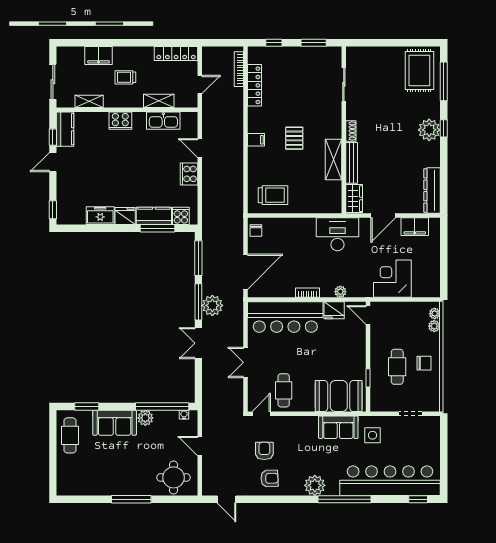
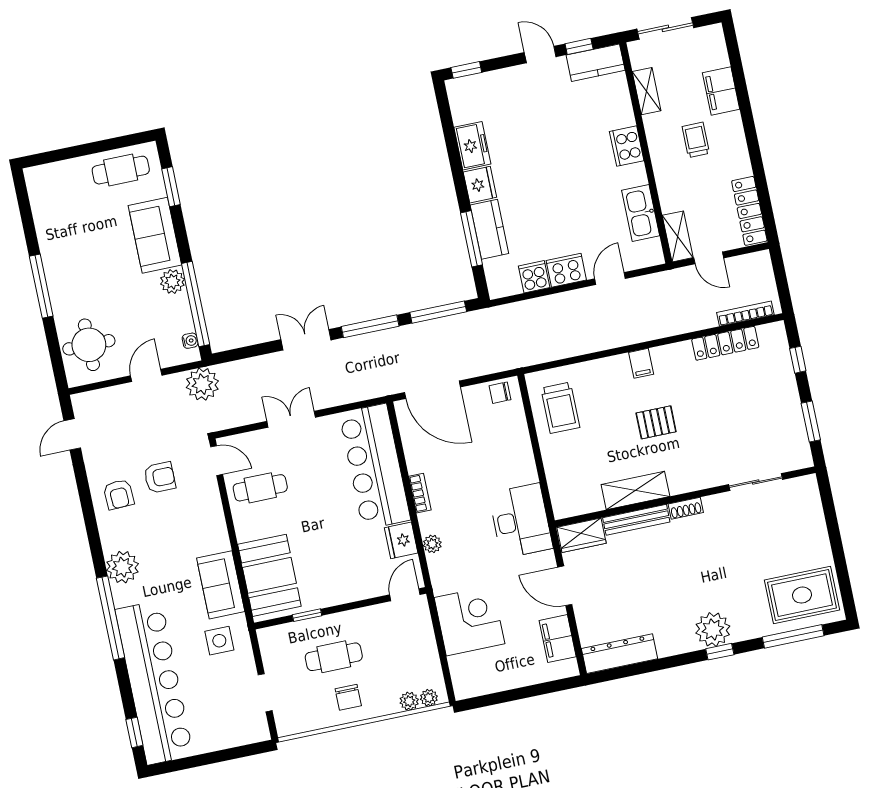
shelving: (159, 101) -> (678, 236), moved
cooker: (181, 216) -> (534, 277), moved, turned -90
plant: (212, 305) -> (202, 384), moved

